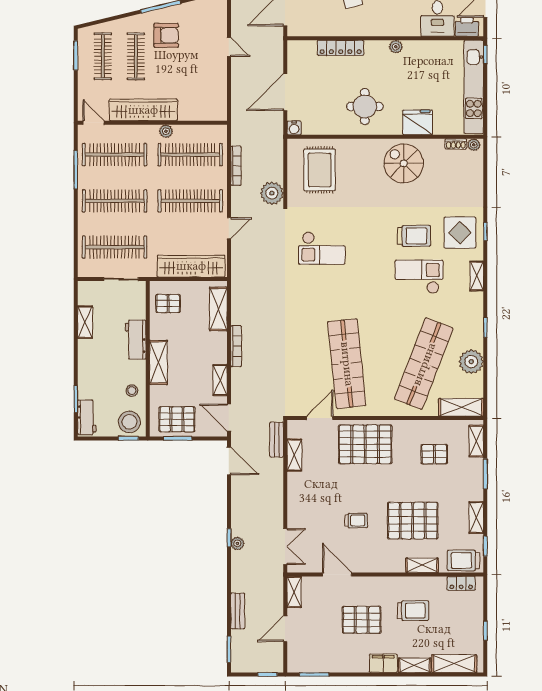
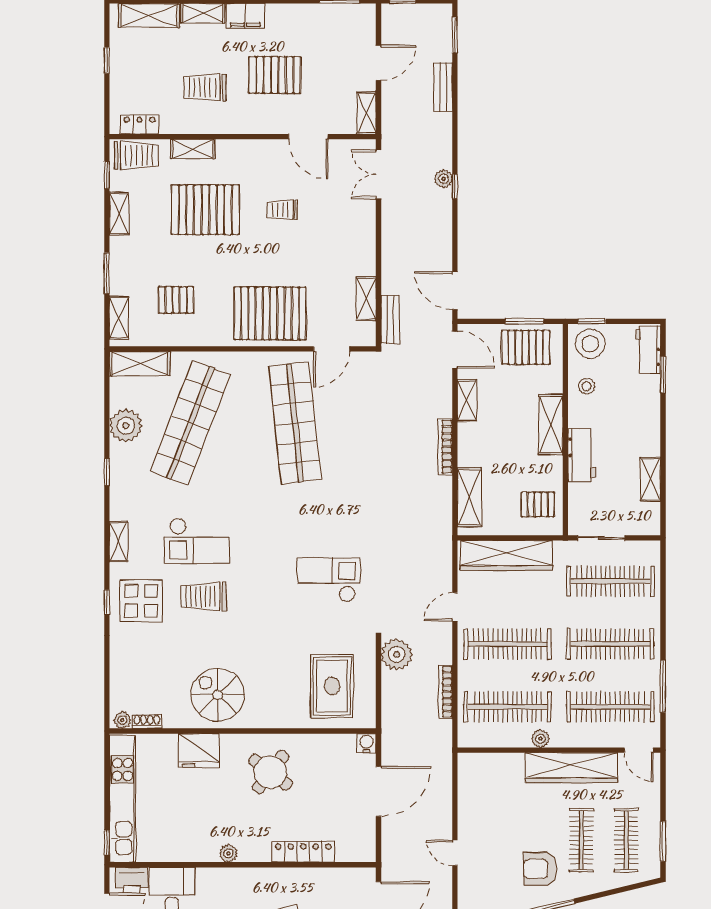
round table: (365, 107) -> (270, 772), turned 37
spiral stairs: (404, 163) -> (218, 695), turned 180

